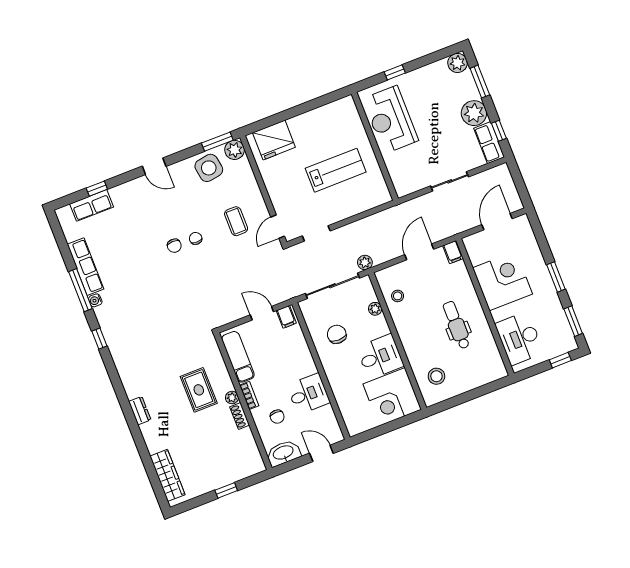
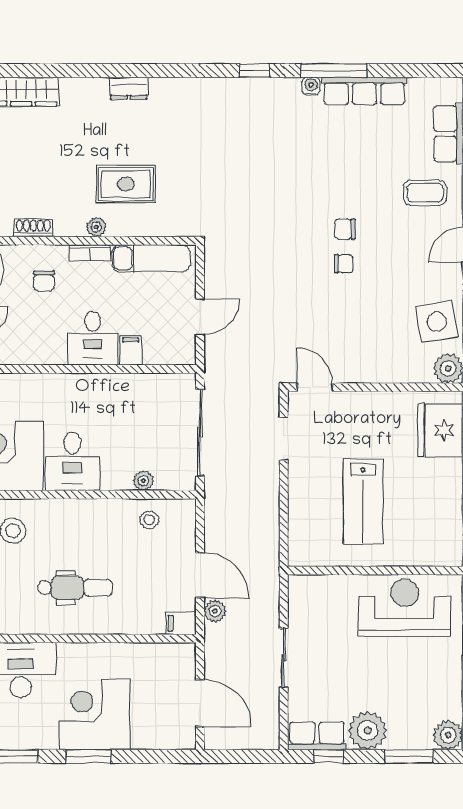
coffee table: (236, 221) -> (425, 193), moved
plant: (365, 262) -> (215, 611), moved
corner desk: (503, 281) -> (95, 714), moved, turned 180
filing cabinet: (286, 317) -> (131, 350), moved, turned 90
chair: (337, 334) -> (128, 412), removed
desk: (308, 394) -> (93, 338), moved
shoe rack: (240, 416) -> (33, 228), moved
chair: (277, 417) -> (44, 281), turned -90

